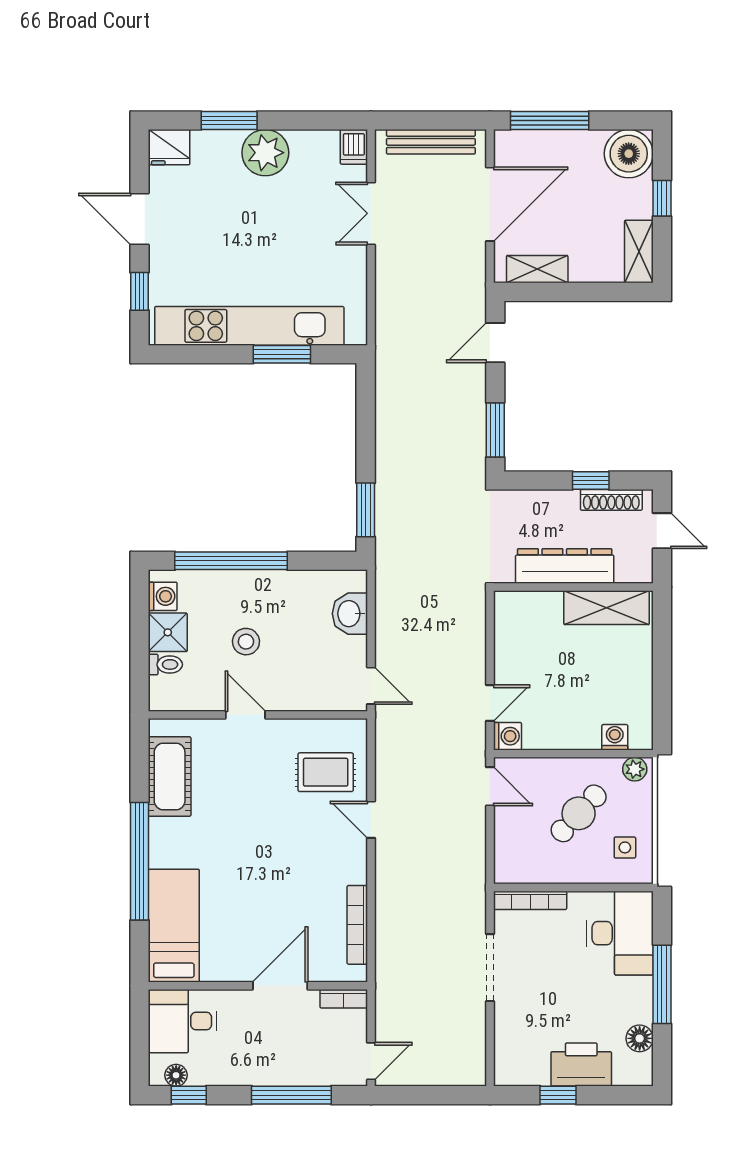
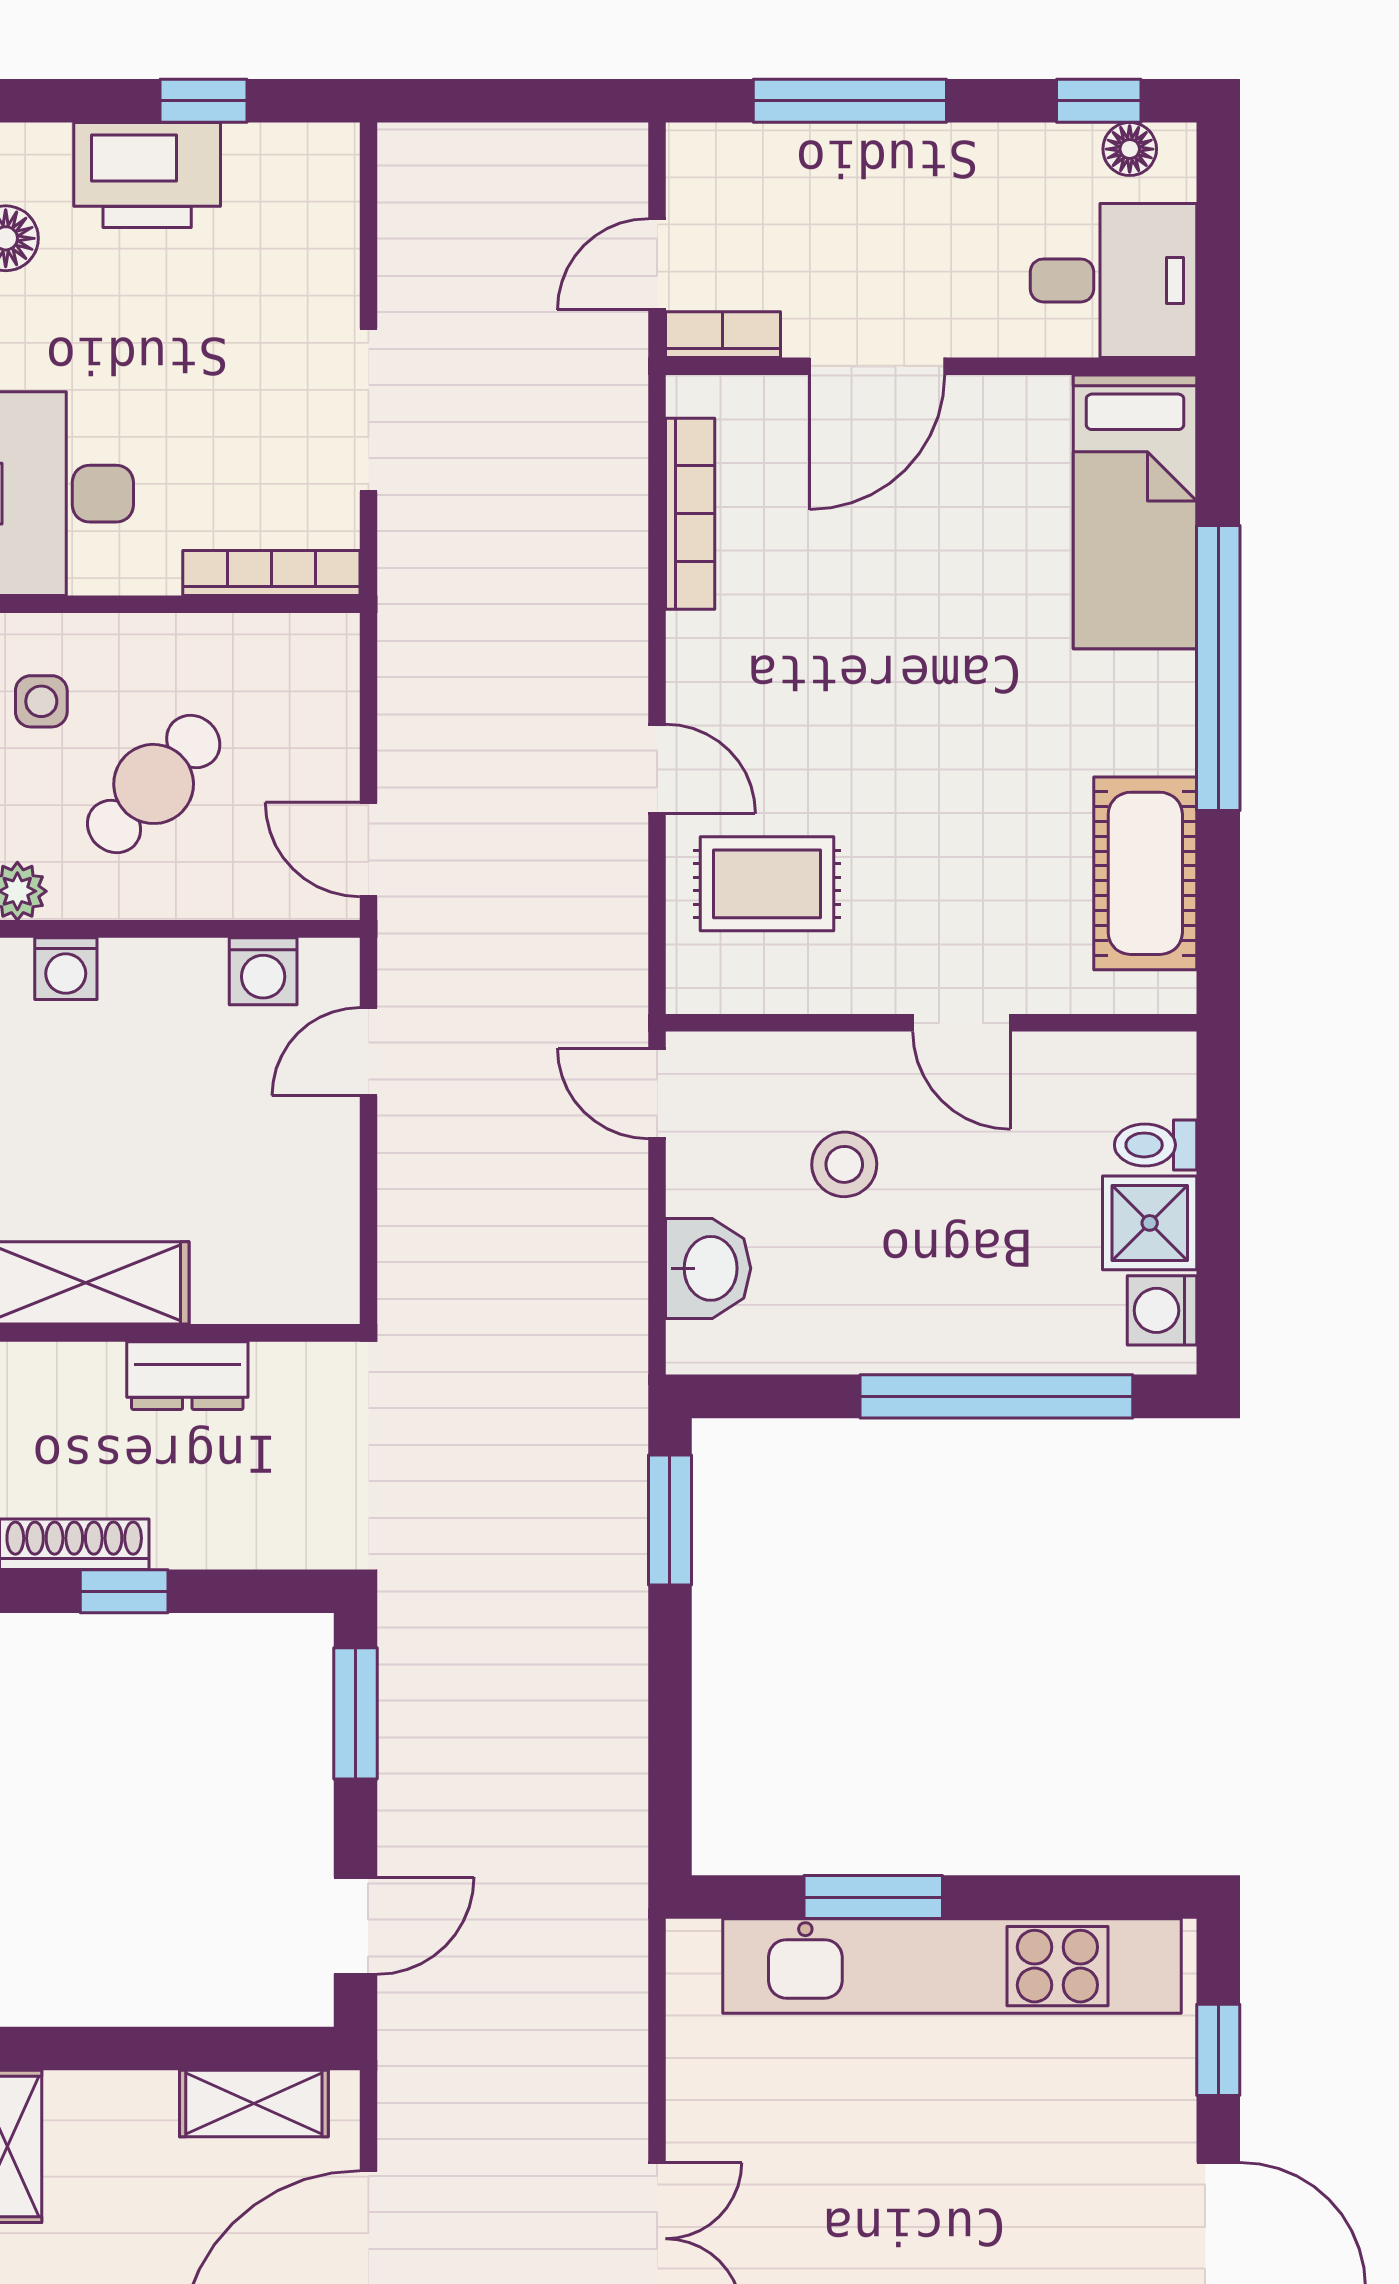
dresser: (565, 566) -> (187, 1376), width x0.51, depth x0.80
stool: (246, 642) -> (844, 1164), moved
washing machine: (507, 736) -> (263, 971), moved, turned -90
door: (371, 1061) -> (657, 264), moved

